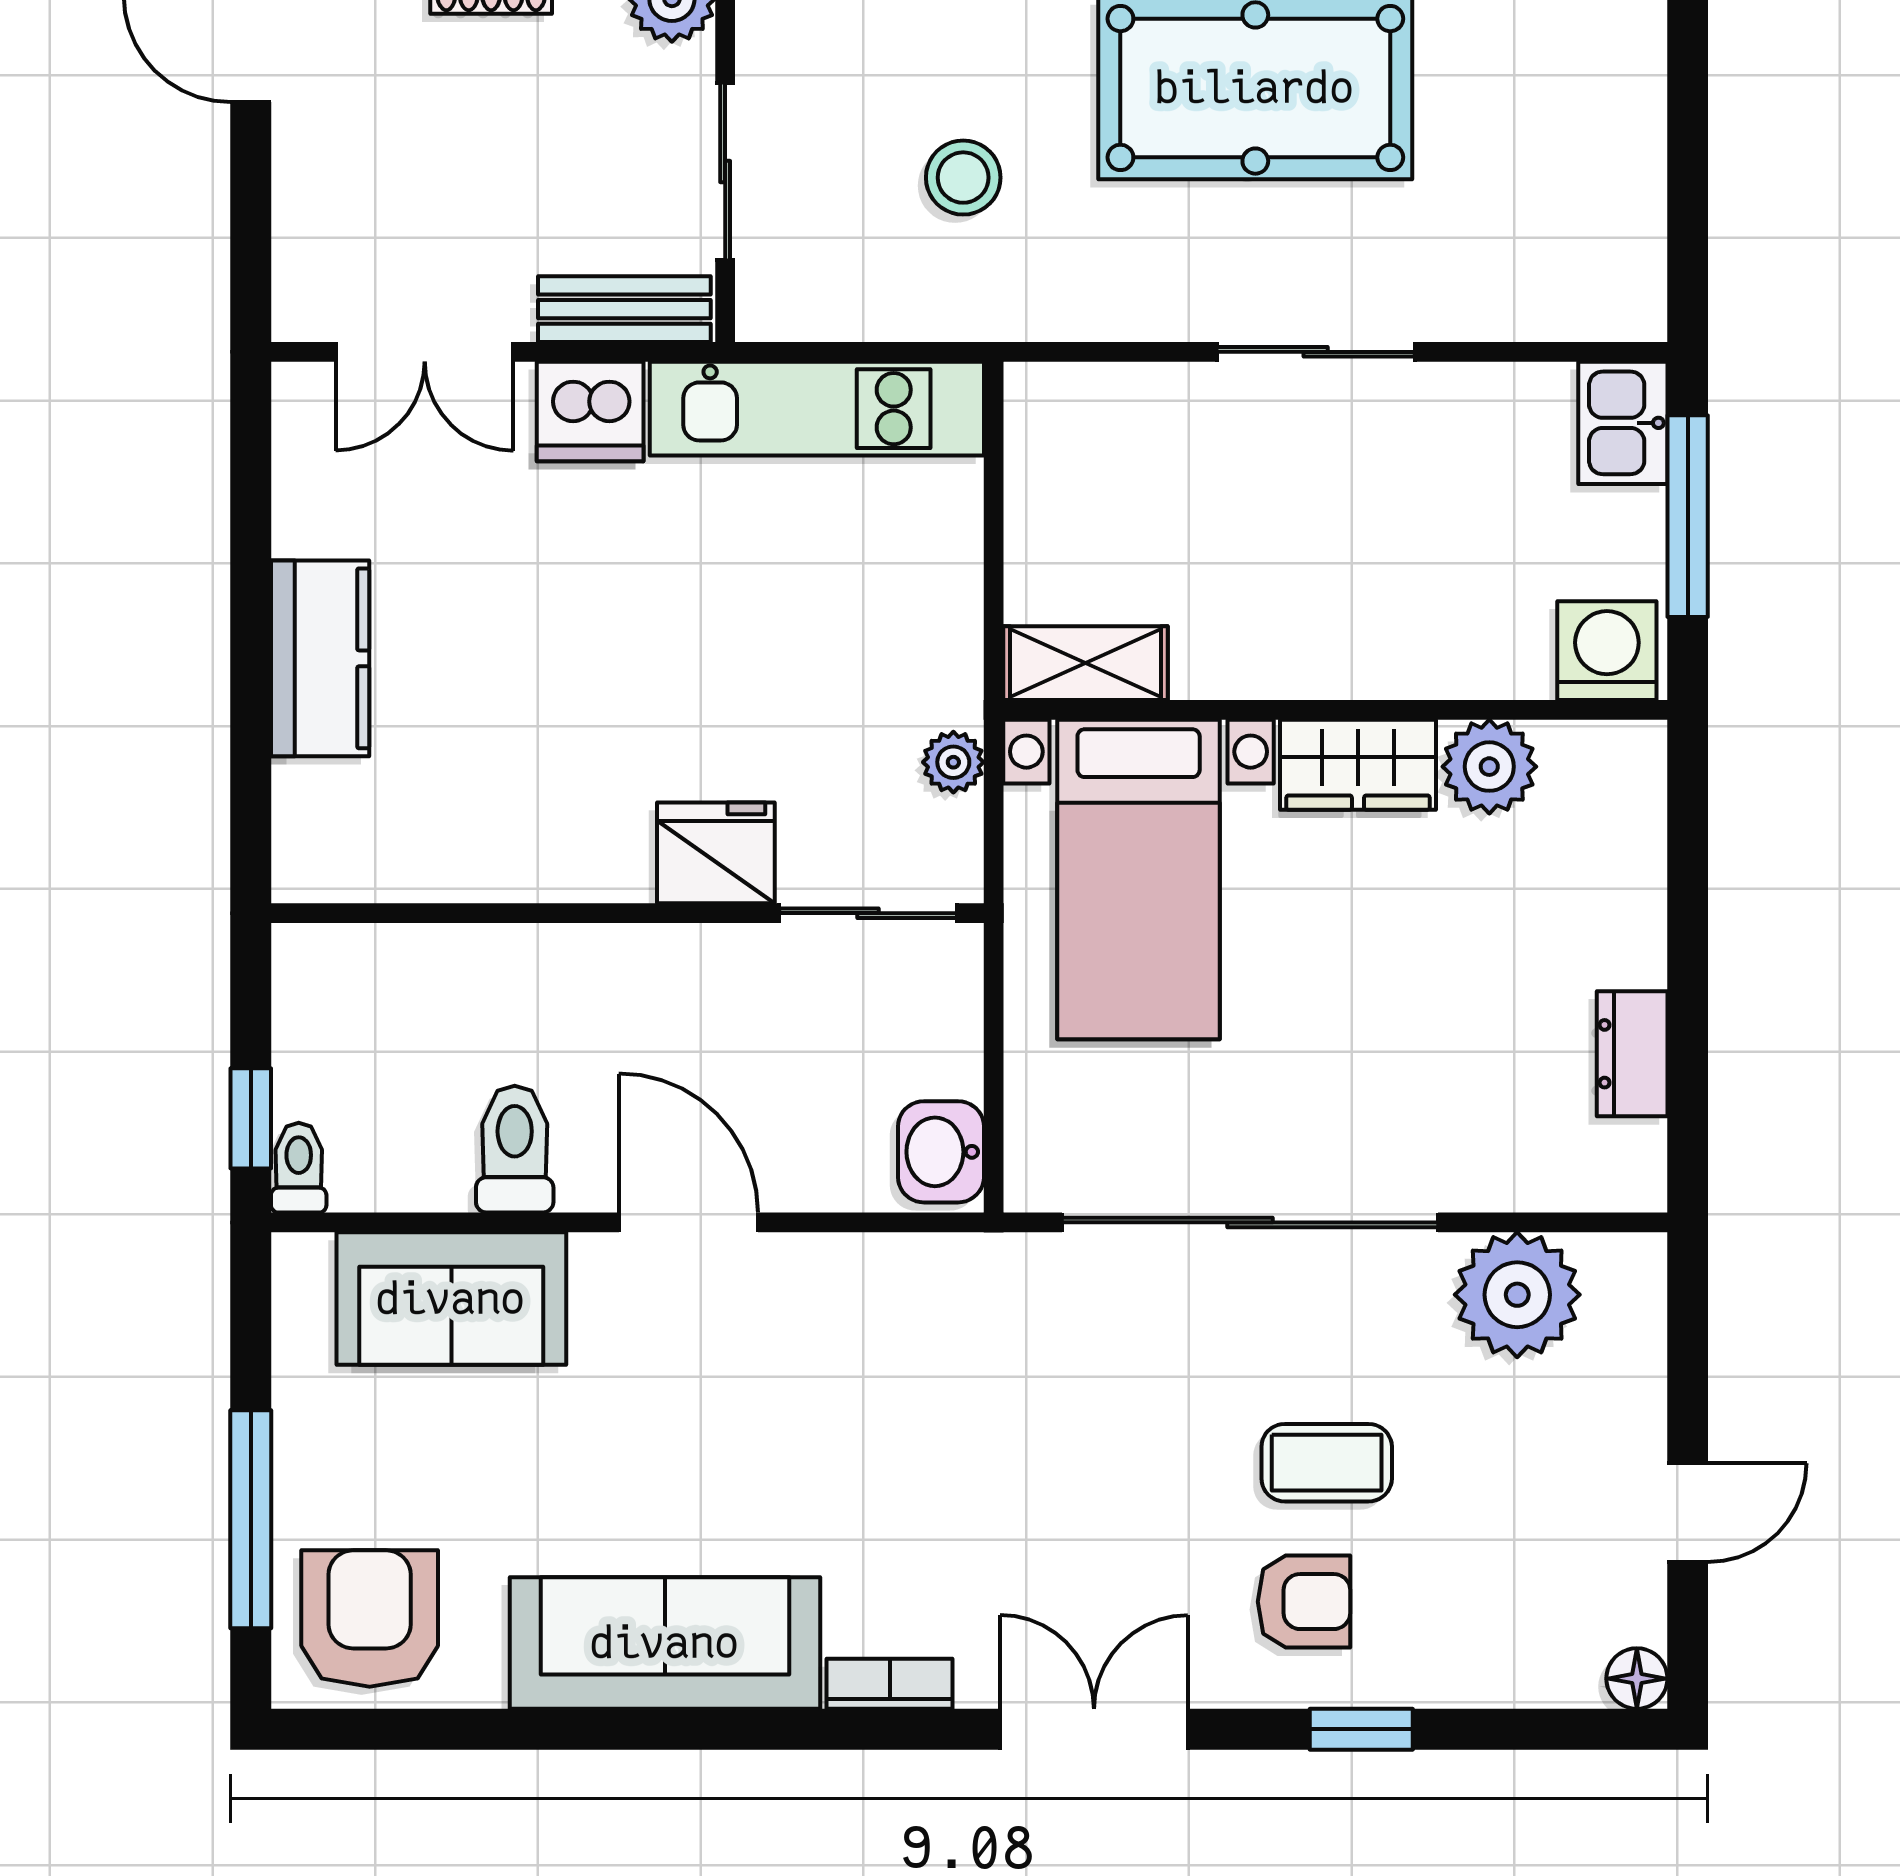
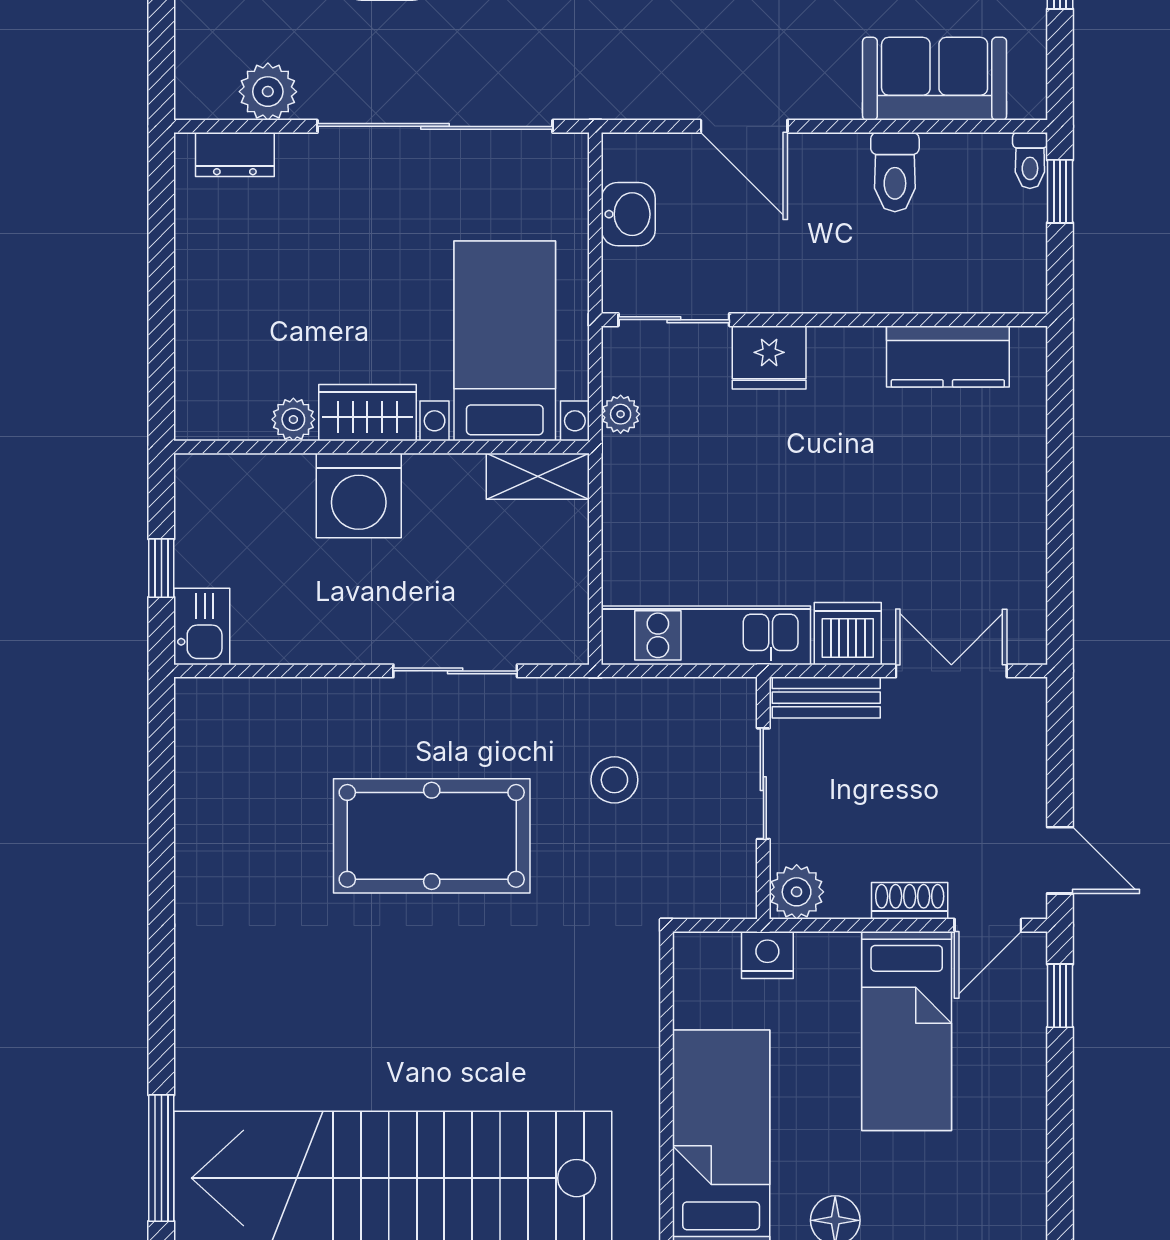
sliding door: (1316, 352) -> (455, 671), moved
window: (1688, 516) -> (161, 568), width x0.46
washing machine: (1607, 651) -> (359, 495), moved, width x1.37, depth x1.37
kitchen counter: (320, 658) -> (948, 356), moved, turned -90
plant: (1489, 767) -> (293, 419), width x0.73, depth x0.73
dresser: (1632, 1054) -> (235, 155), moved, turned 90
washbasin: (941, 1152) -> (628, 214), moved
door: (689, 1222) -> (744, 126), moved
plant: (1517, 1295) -> (268, 92), width x0.73, depth x0.73

